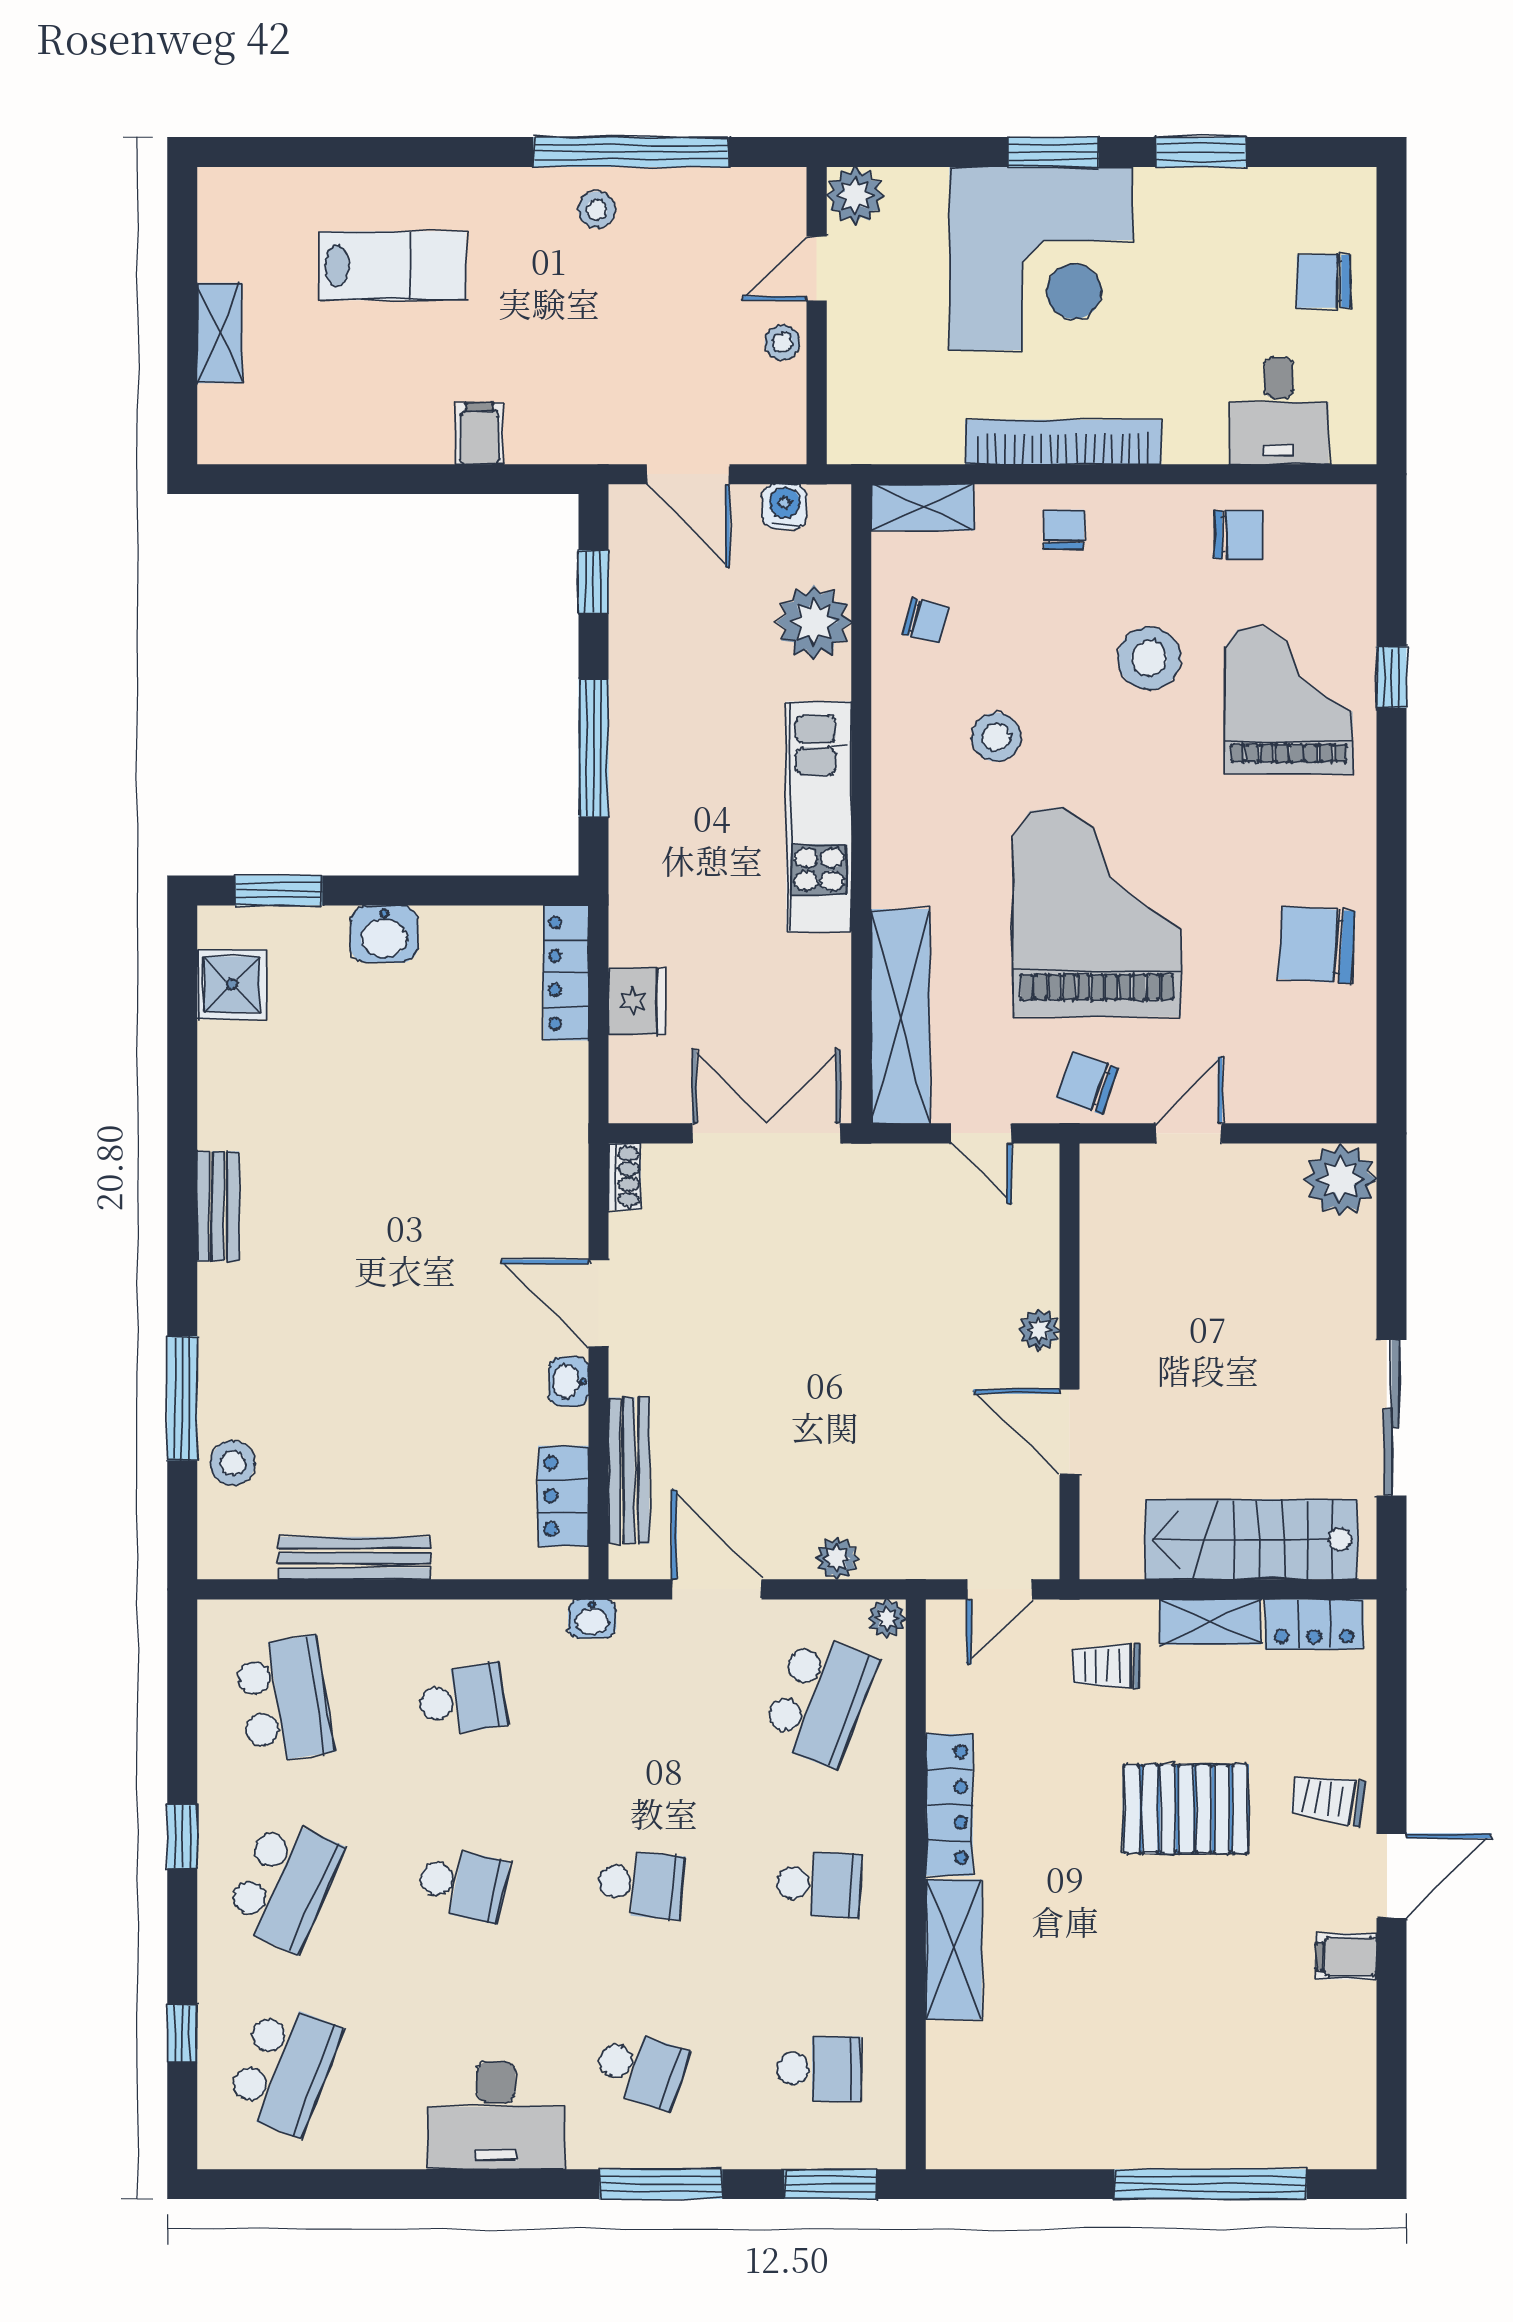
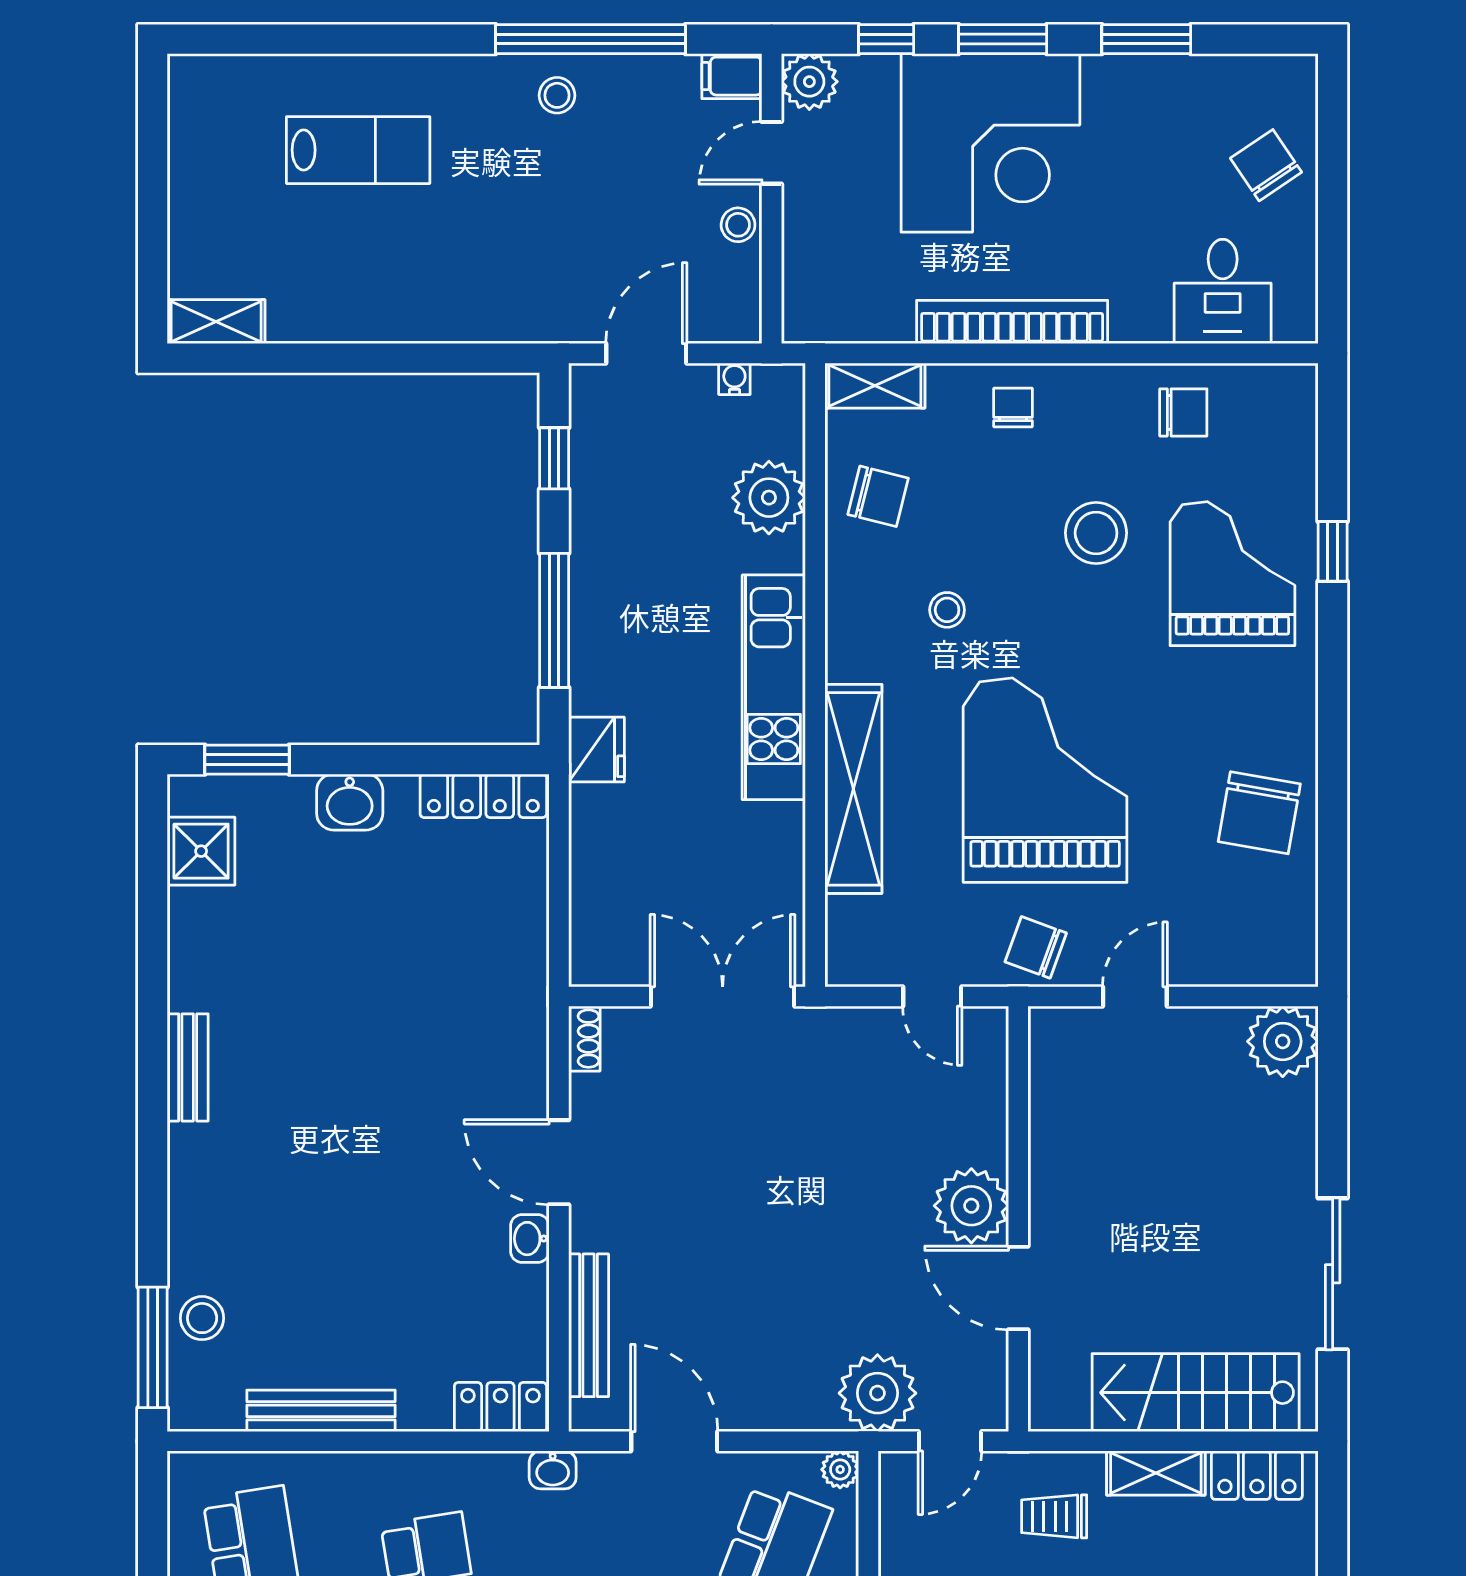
window: (934, 152) -> (886, 39), added
chair: (1323, 281) -> (1266, 165), turned 56
shelving: (220, 333) -> (216, 322), moved, turned 90
filing cabinet: (479, 433) -> (732, 76), moved, turned -90
door: (688, 474) -> (646, 353), swing flipped
water cooler: (785, 506) -> (734, 379), width x0.72, depth x0.72
chair: (926, 621) -> (878, 496), width x1.37, depth x1.37
stool: (996, 737) -> (947, 610), width x0.73, depth x0.73
chair: (1316, 945) -> (1259, 813), turned -84
locker: (566, 973) -> (483, 796), moved, turned -90
fridge: (637, 1001) -> (596, 750), moved
shelving: (900, 1016) -> (853, 789), moved
plant: (1039, 1330) -> (971, 1206), width x1.88, depth x1.88
window: (182, 1398) -> (153, 1347), moved
locker: (563, 1496) -> (500, 1407), moved, turned 90
plant: (837, 1558) -> (877, 1393), moved, width x1.88, depth x1.88

